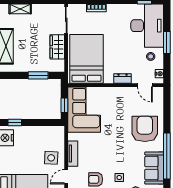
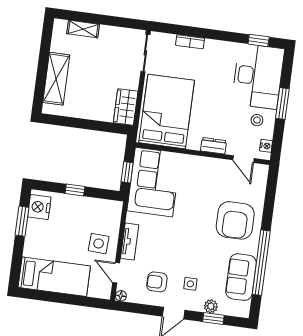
wardrobe: (57, 47) -> (126, 107), moved
window: (38, 75) -> (96, 125), removed
window: (15, 123) -> (75, 190), moved
armchair: (145, 129) -> (235, 220), turned 180
door: (66, 177) -> (116, 273), hinge flipped

